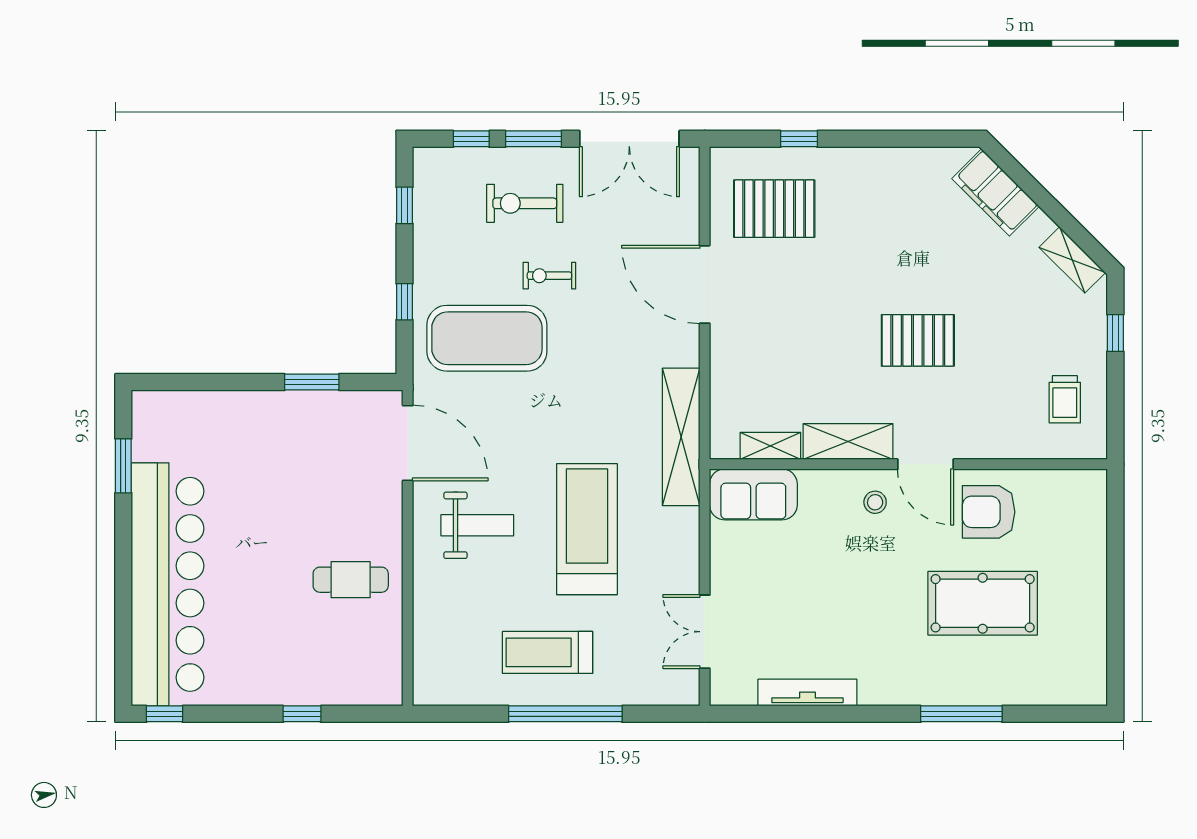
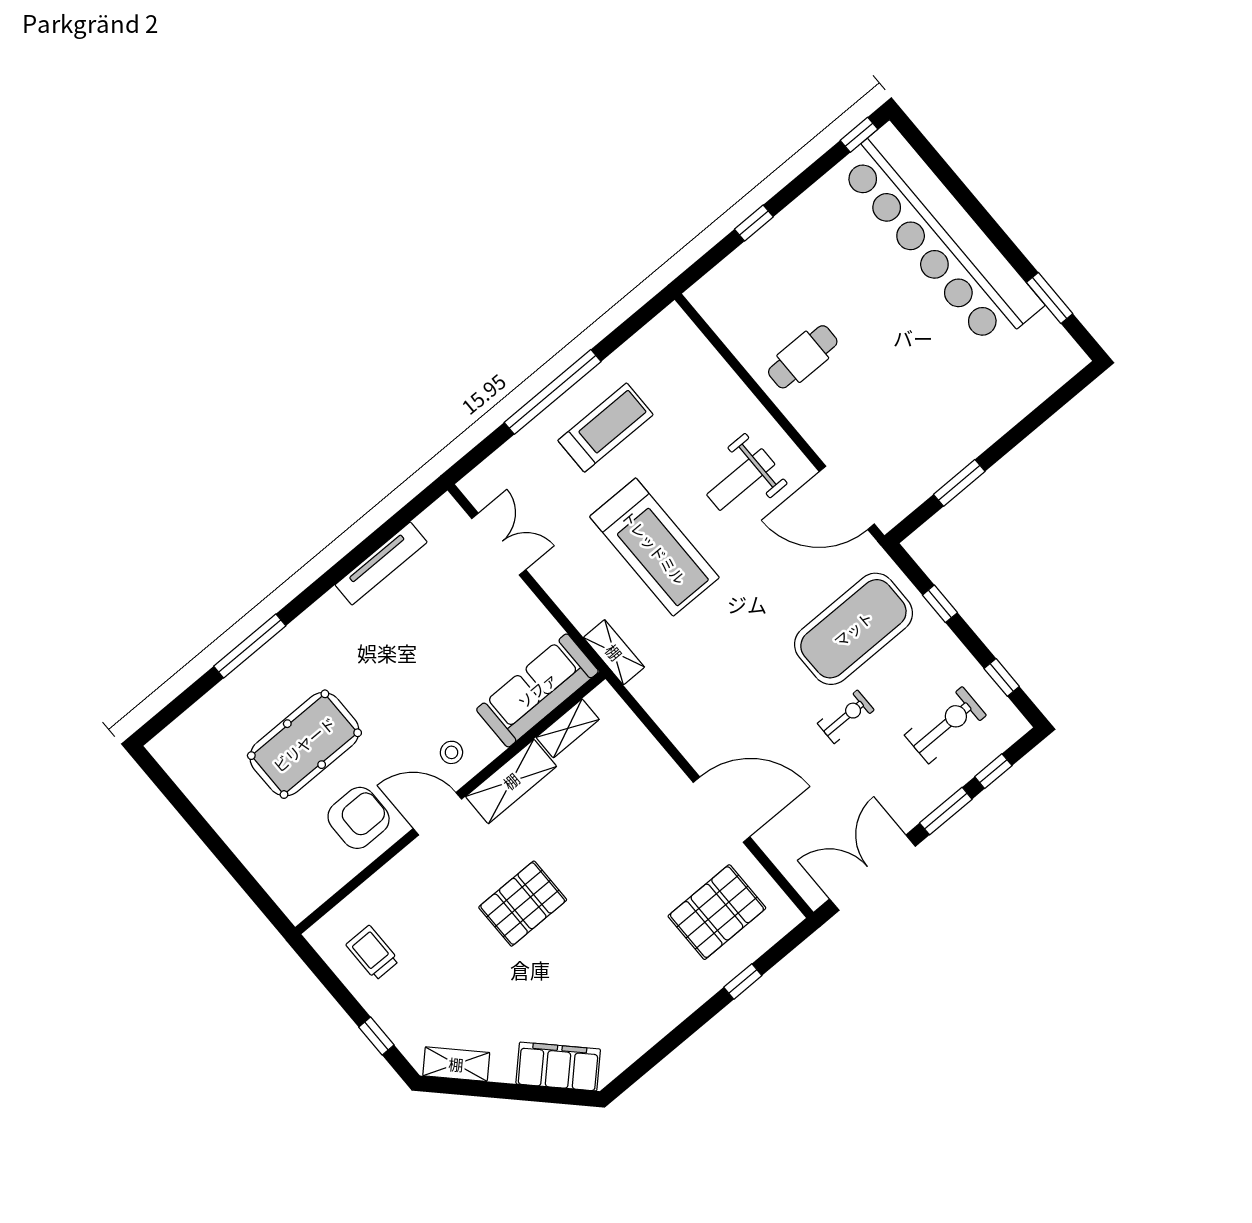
exercise bike: (525, 203) -> (945, 725), moved
shelving: (681, 437) -> (614, 652), width x0.45, depth x0.75
sofa: (753, 494) -> (537, 690), width x1.36

